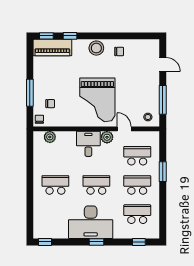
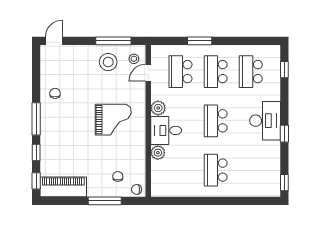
window: (98, 36) -> (36, 119), added
piano: (52, 48) -> (63, 187), moved, turned -90
stool: (96, 48) -> (108, 62), moved
door: (163, 64) -> (54, 41), moved
grand piano: (97, 100) -> (113, 120), width x0.73, depth x0.68
door: (124, 129) -> (148, 73), moved
plant: (50, 137) -> (158, 153), moved
desk: (91, 222) -> (265, 121), width x0.73, depth x0.77
window: (97, 242) -> (284, 134), moved

